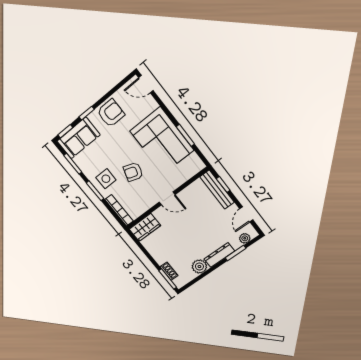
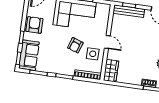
side table: (106, 179) -> (93, 54), moved
door: (167, 198) -> (107, 42), hinge flipped

